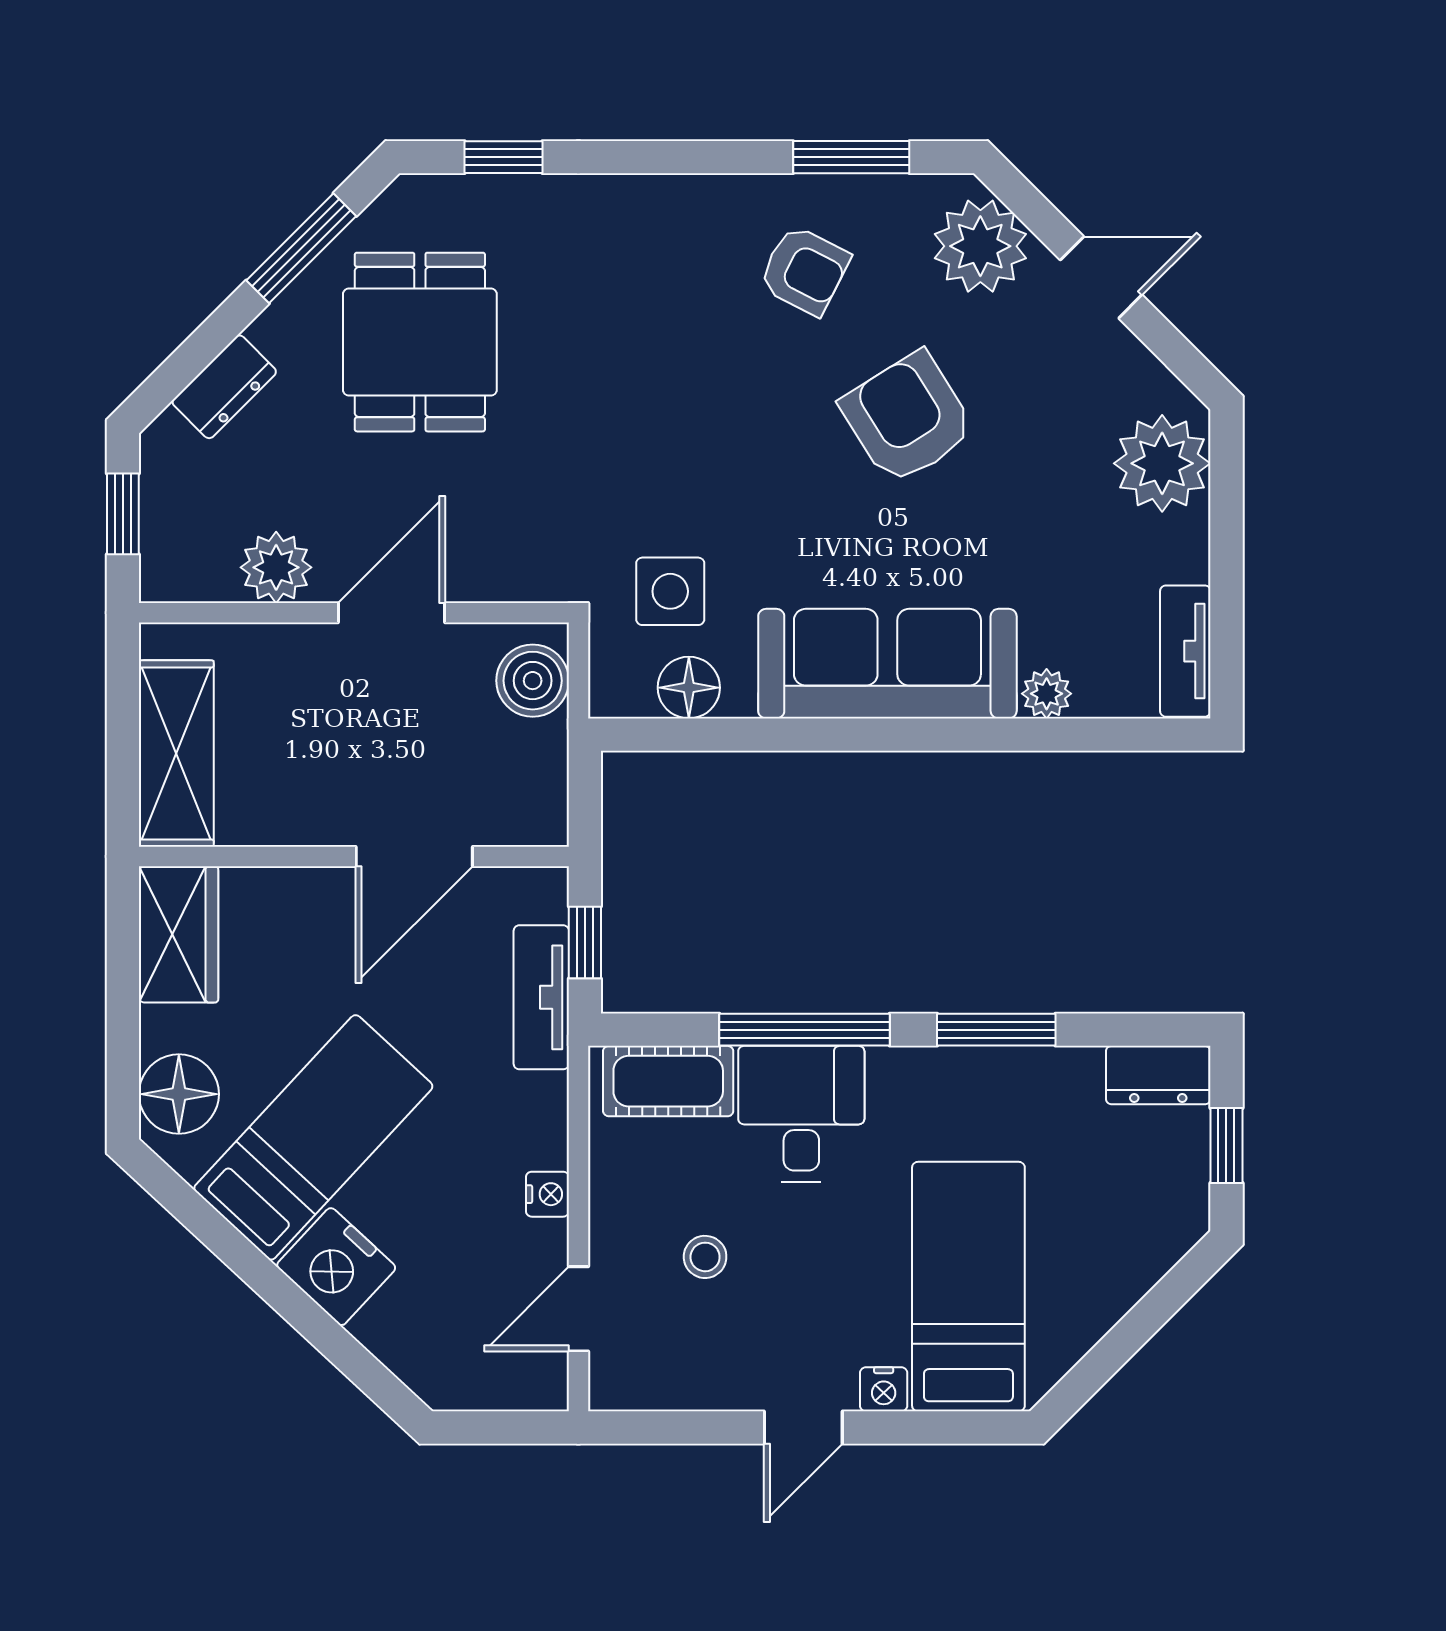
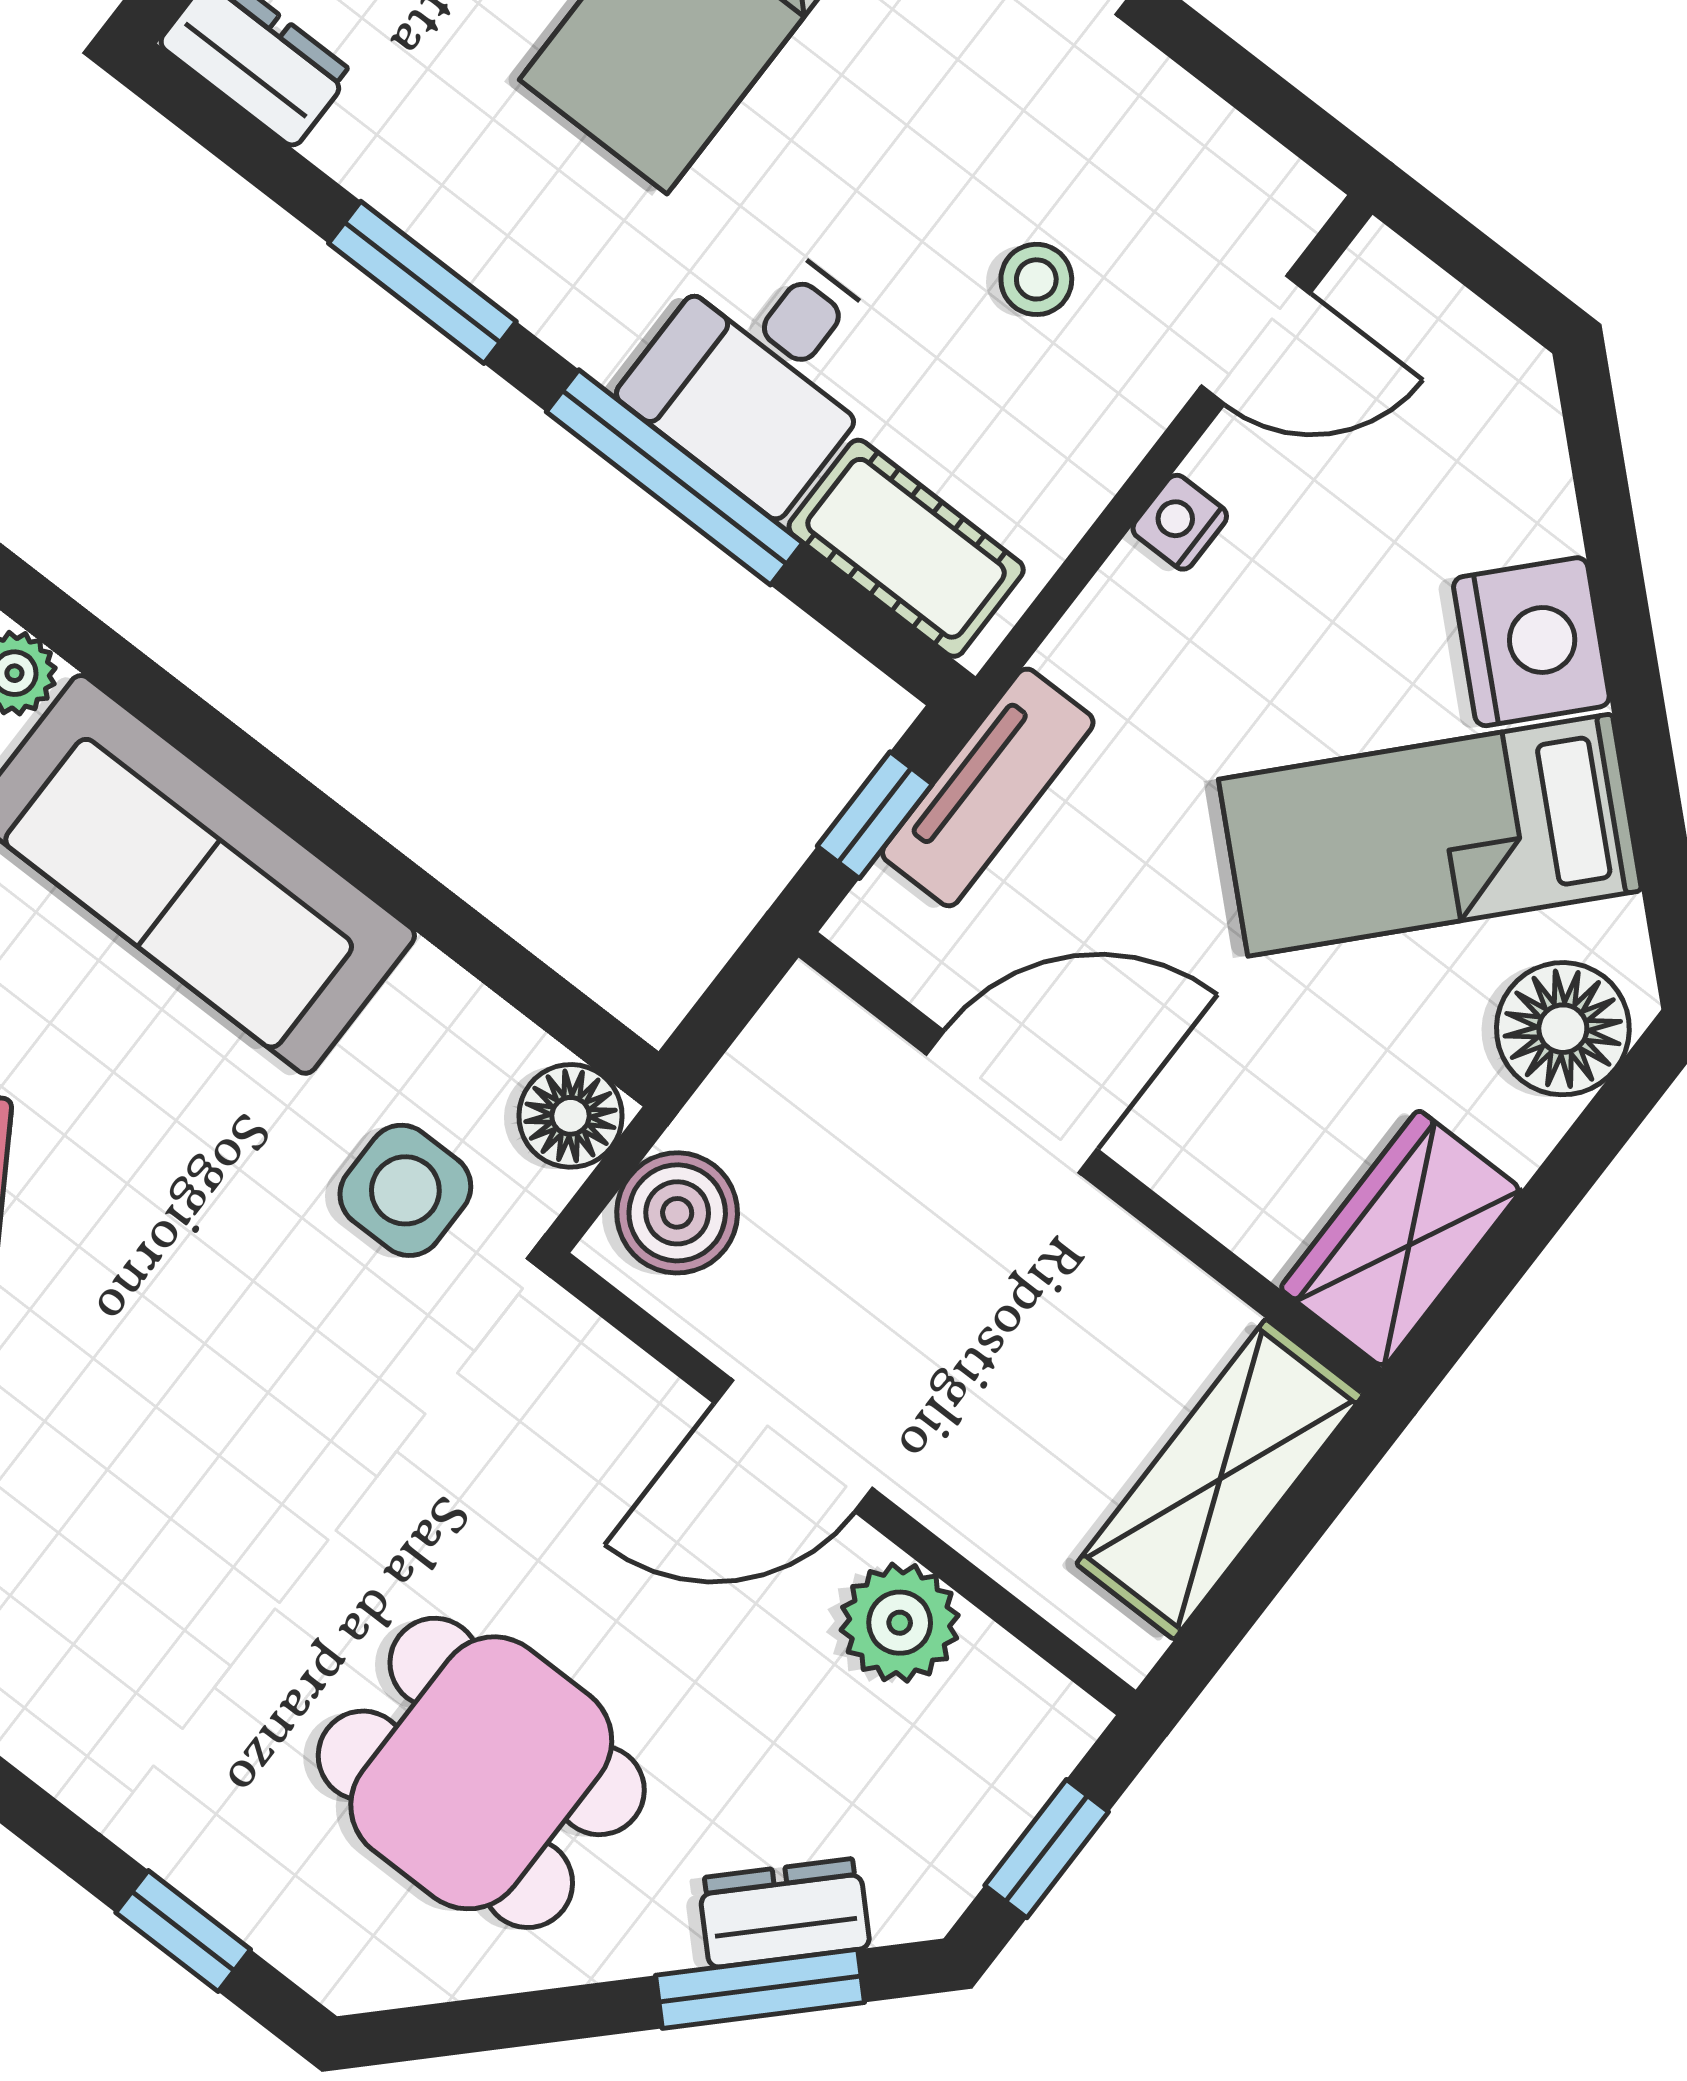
window: (301, 248) -> (760, 1989), moved
dining table: (420, 342) -> (481, 1773), turned 90
floor lamp: (689, 688) -> (571, 1116), moved

